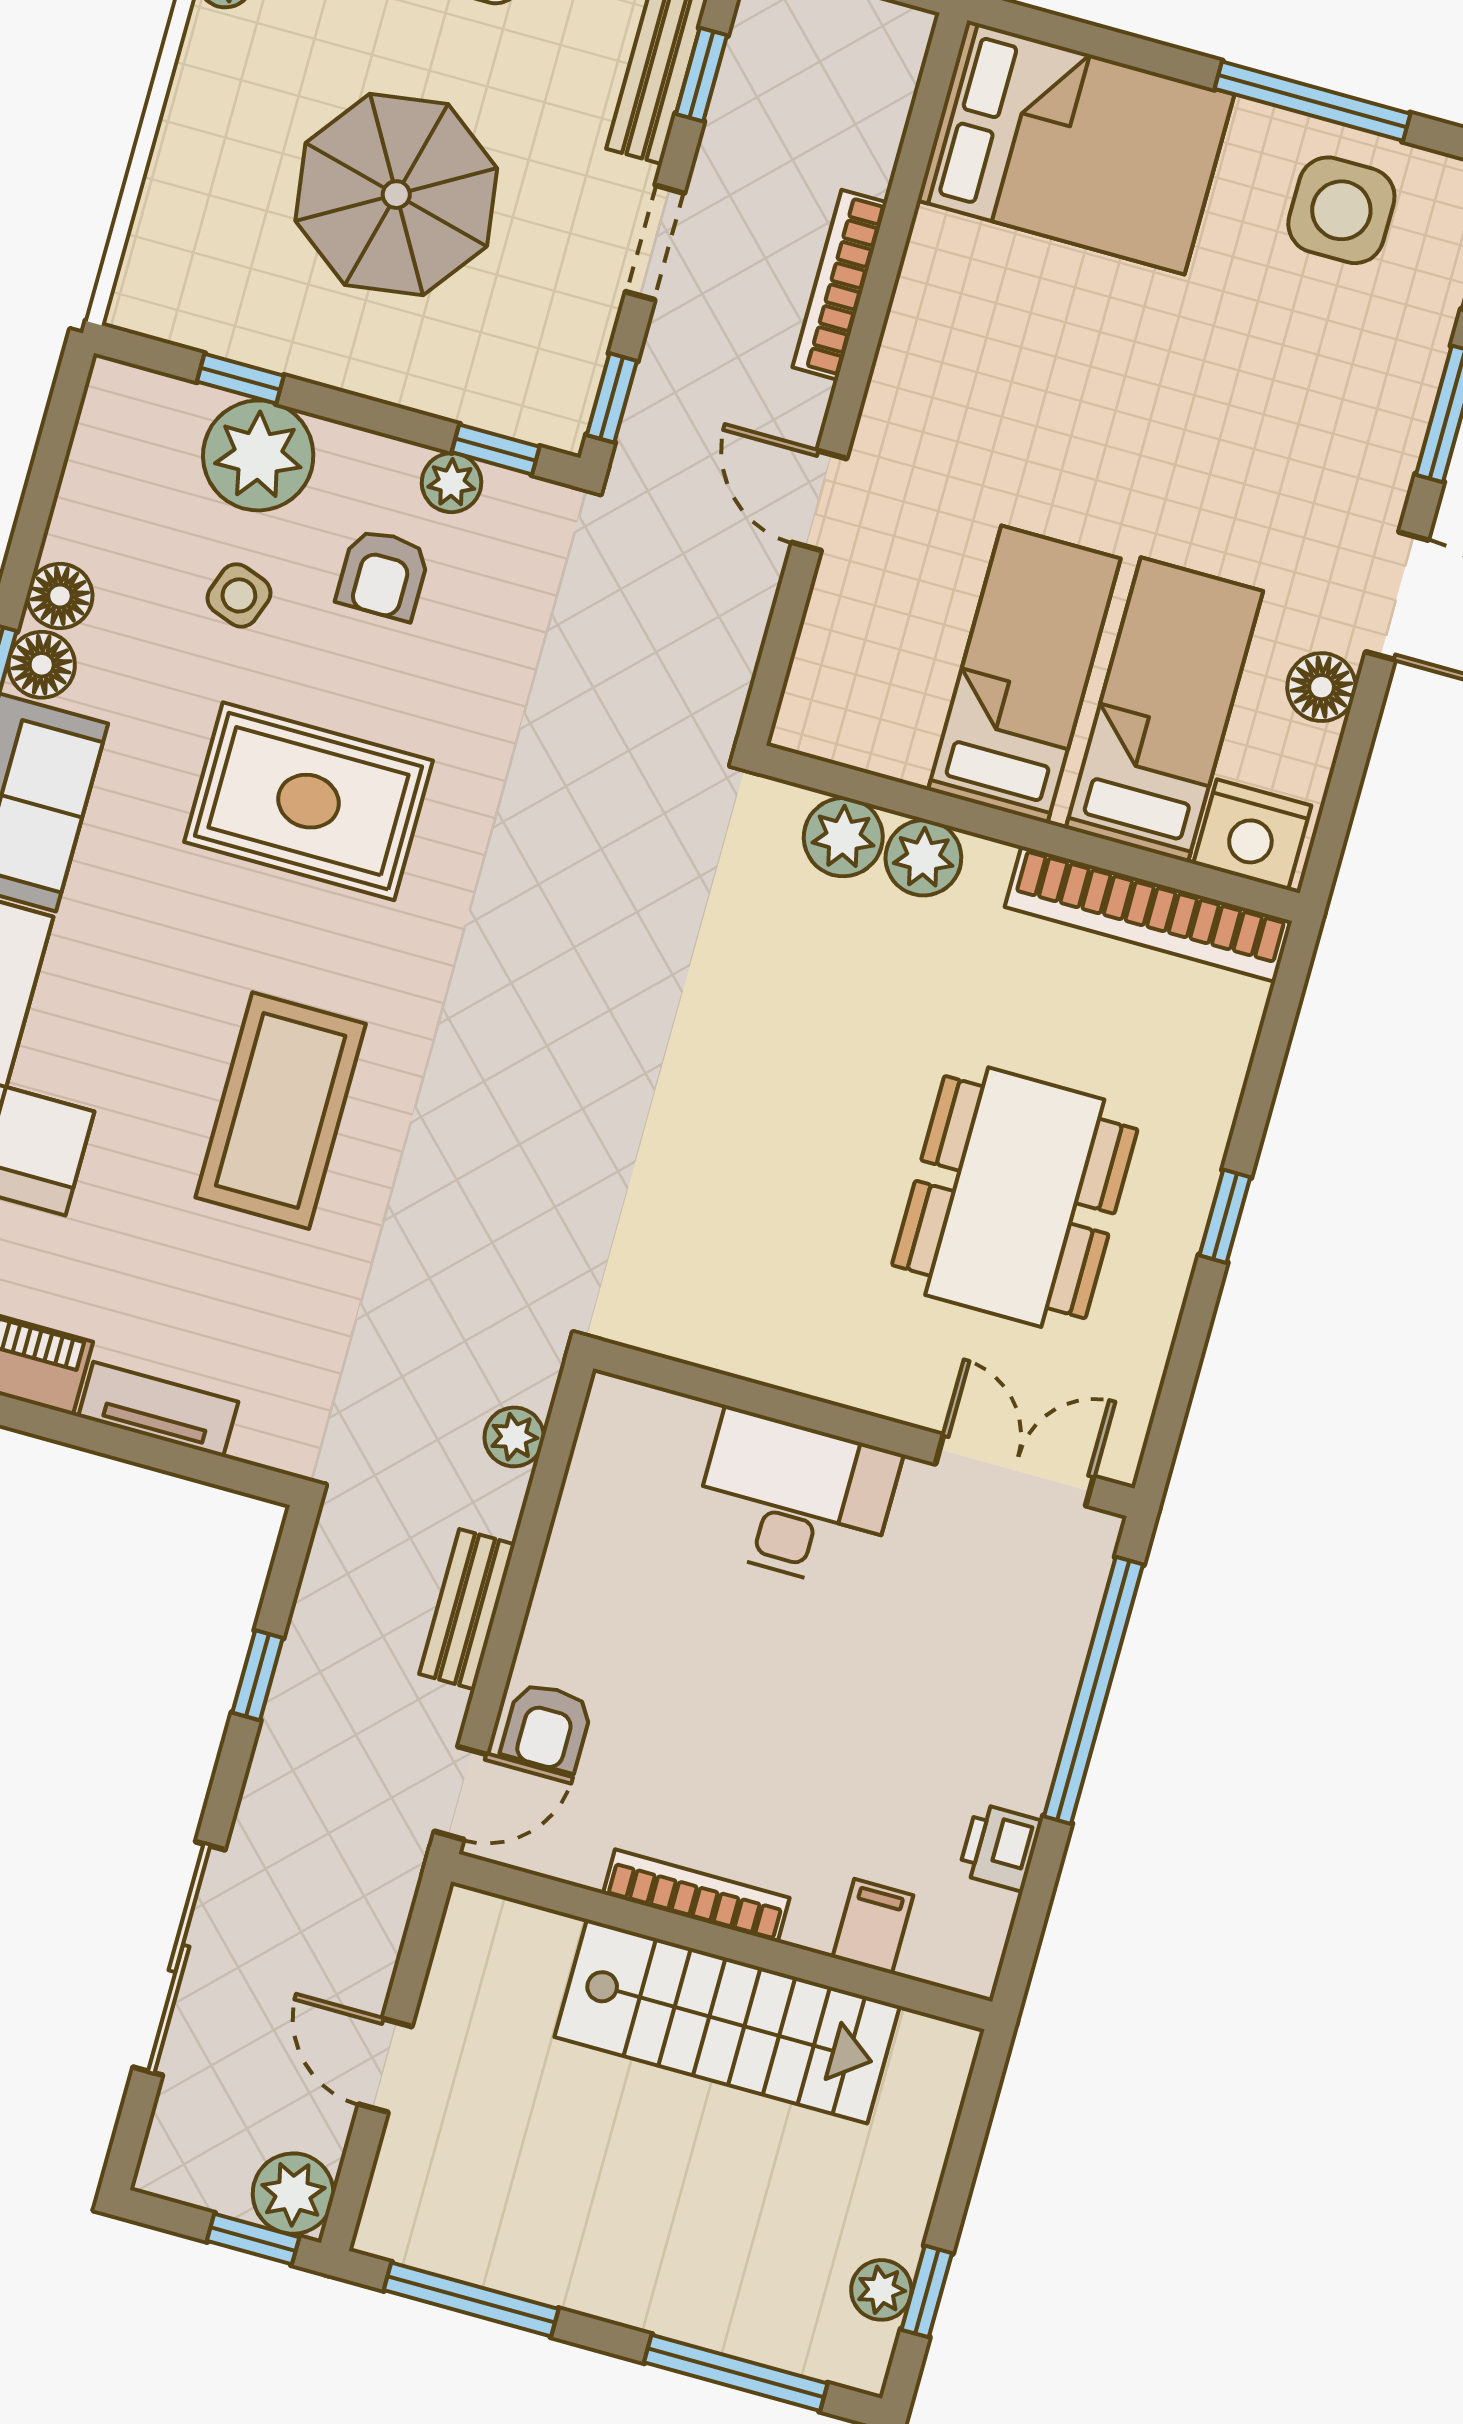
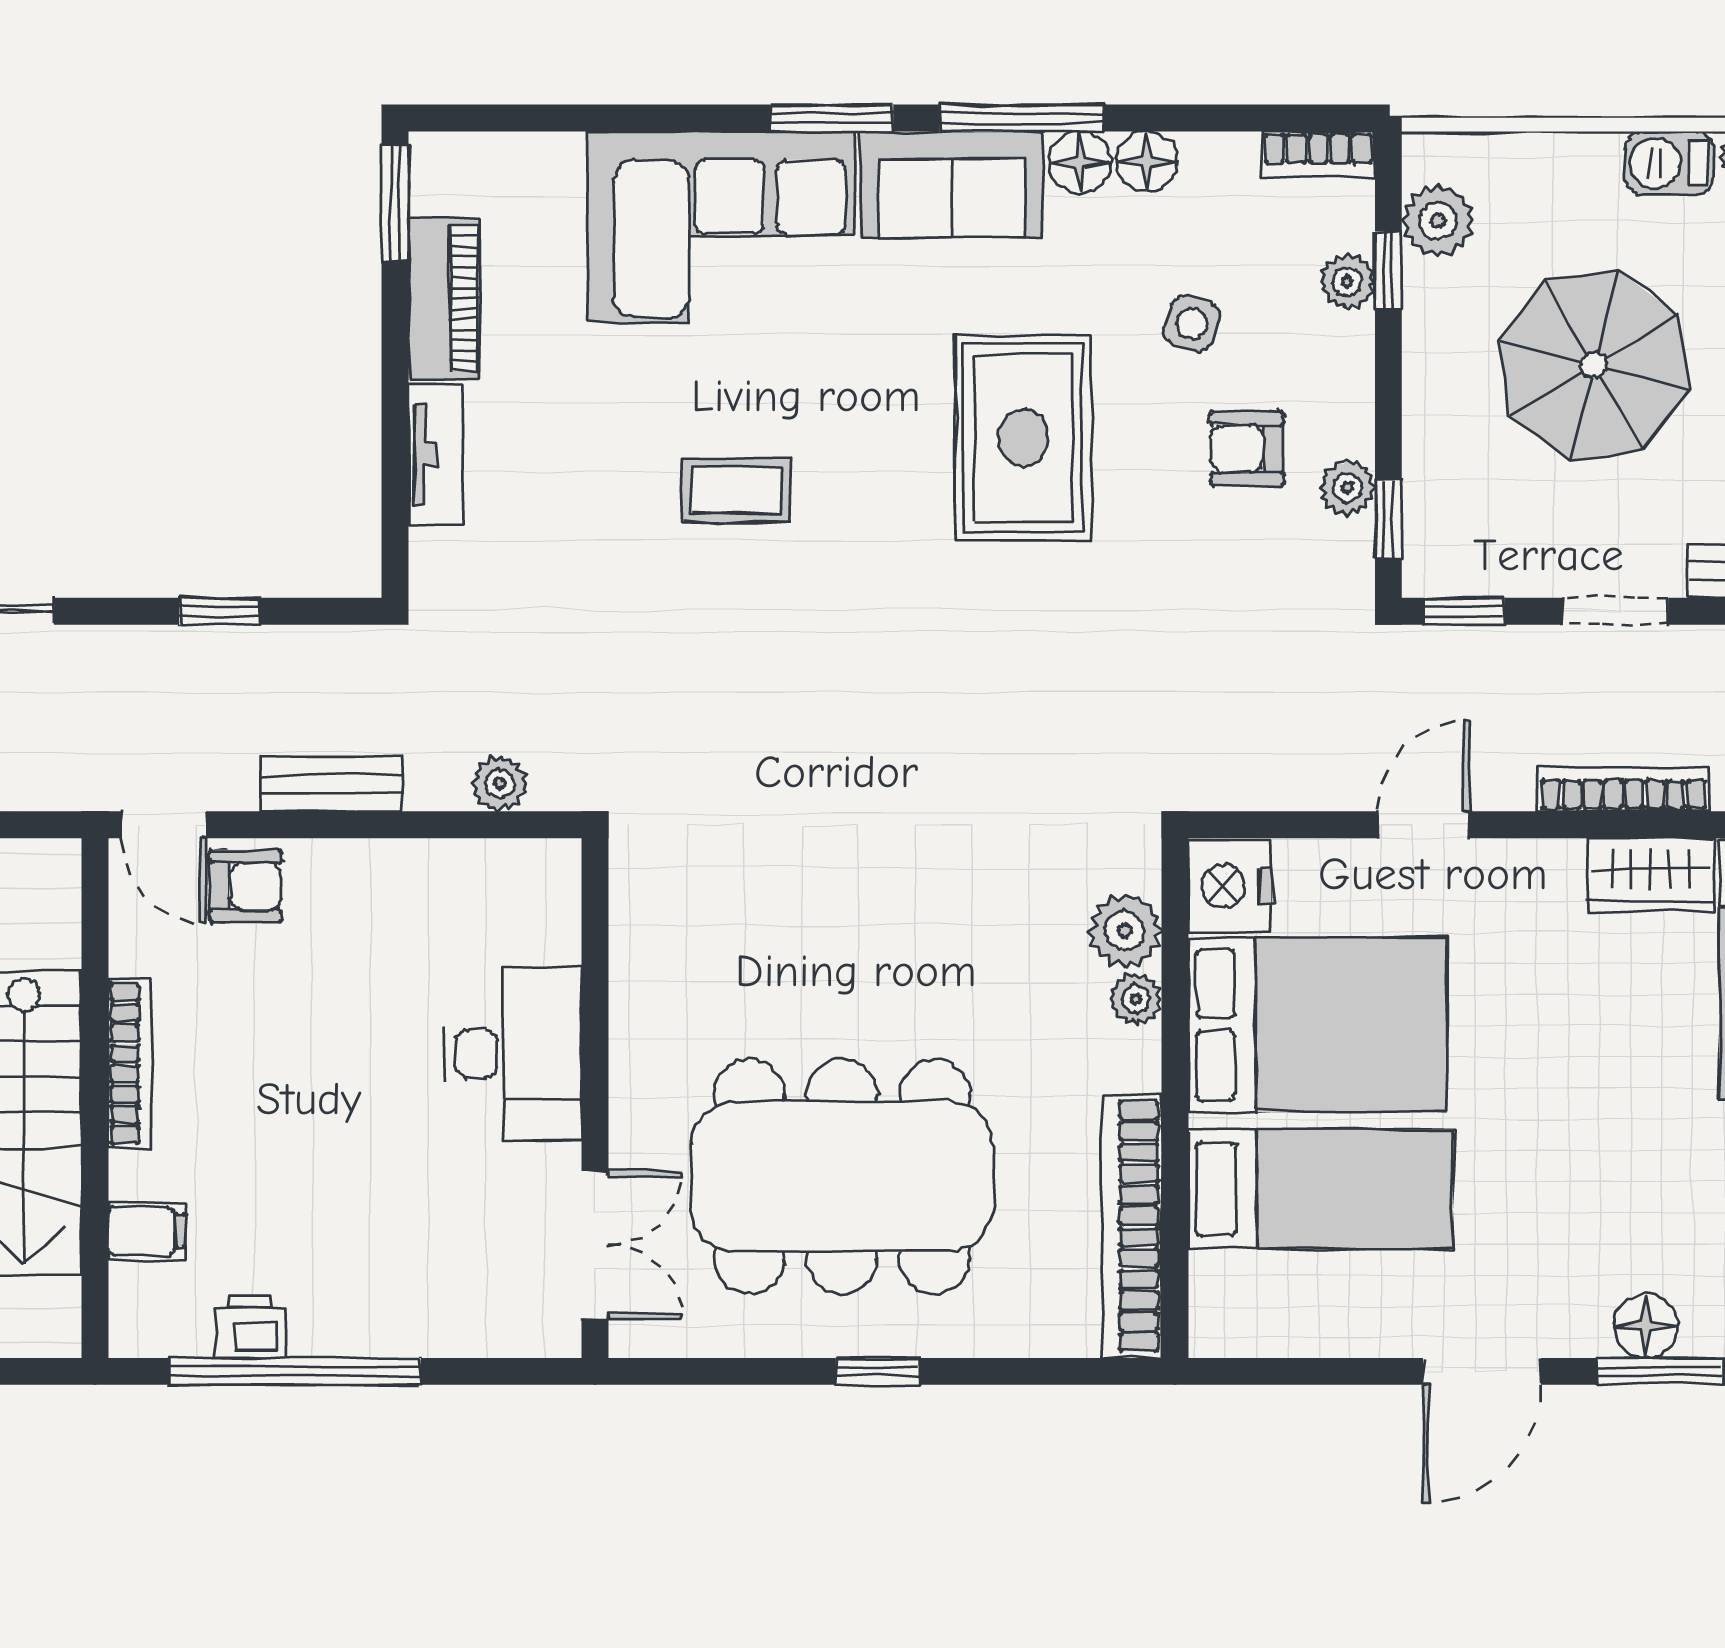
barbecue: (210, 60) -> (1669, 163), added
wardrobe: (935, 282) -> (1650, 875), added
plant: (203, 314) -> (1438, 221), added
bookcase: (101, 417) -> (1318, 154), added
plant: (258, 455) -> (1347, 282), width x0.53, depth x0.53
bed: (1024, 674) -> (1317, 1025), width x1.50
floor lamp: (1322, 687) -> (1646, 1326), moved
nightstand: (1252, 835) -> (1230, 886), moved
plant: (923, 858) -> (1136, 999), width x0.73, depth x0.73
coffee table: (281, 1111) -> (736, 490), width x0.54, depth x0.58
dining table: (1015, 1197) -> (842, 1176), width x1.36, depth x1.24
window: (1093, 1690) -> (294, 1371), moved
armchair: (547, 1727) -> (245, 886), turned 180

